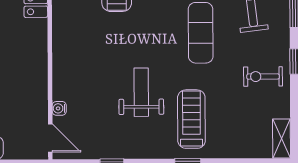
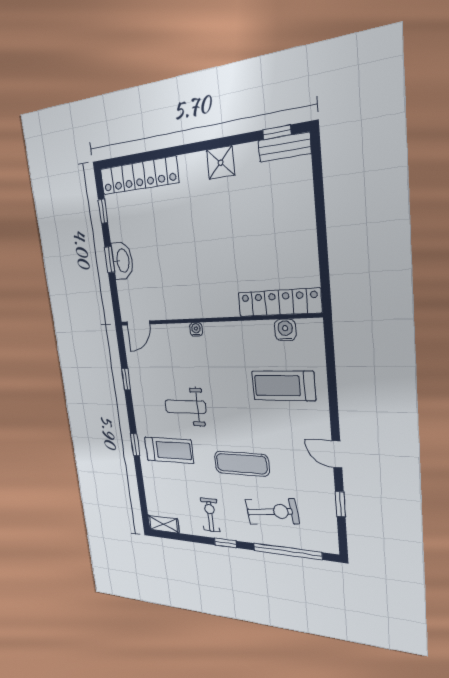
weight bench: (141, 92) -> (185, 407), turned 180
water cooler: (59, 108) -> (196, 329), moved

